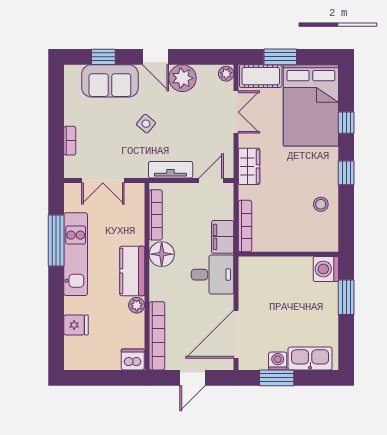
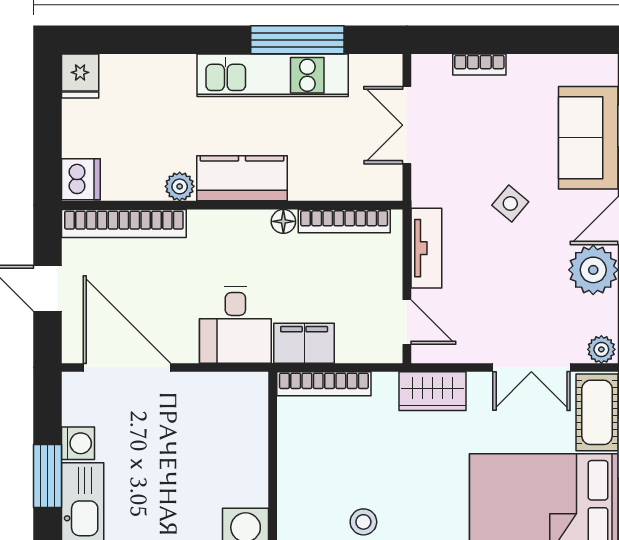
floor lamp: (162, 254) -> (283, 221), width x0.53, depth x0.53
fridge: (76, 325) -> (80, 76), moved
window: (277, 378) -> (47, 476), moved

